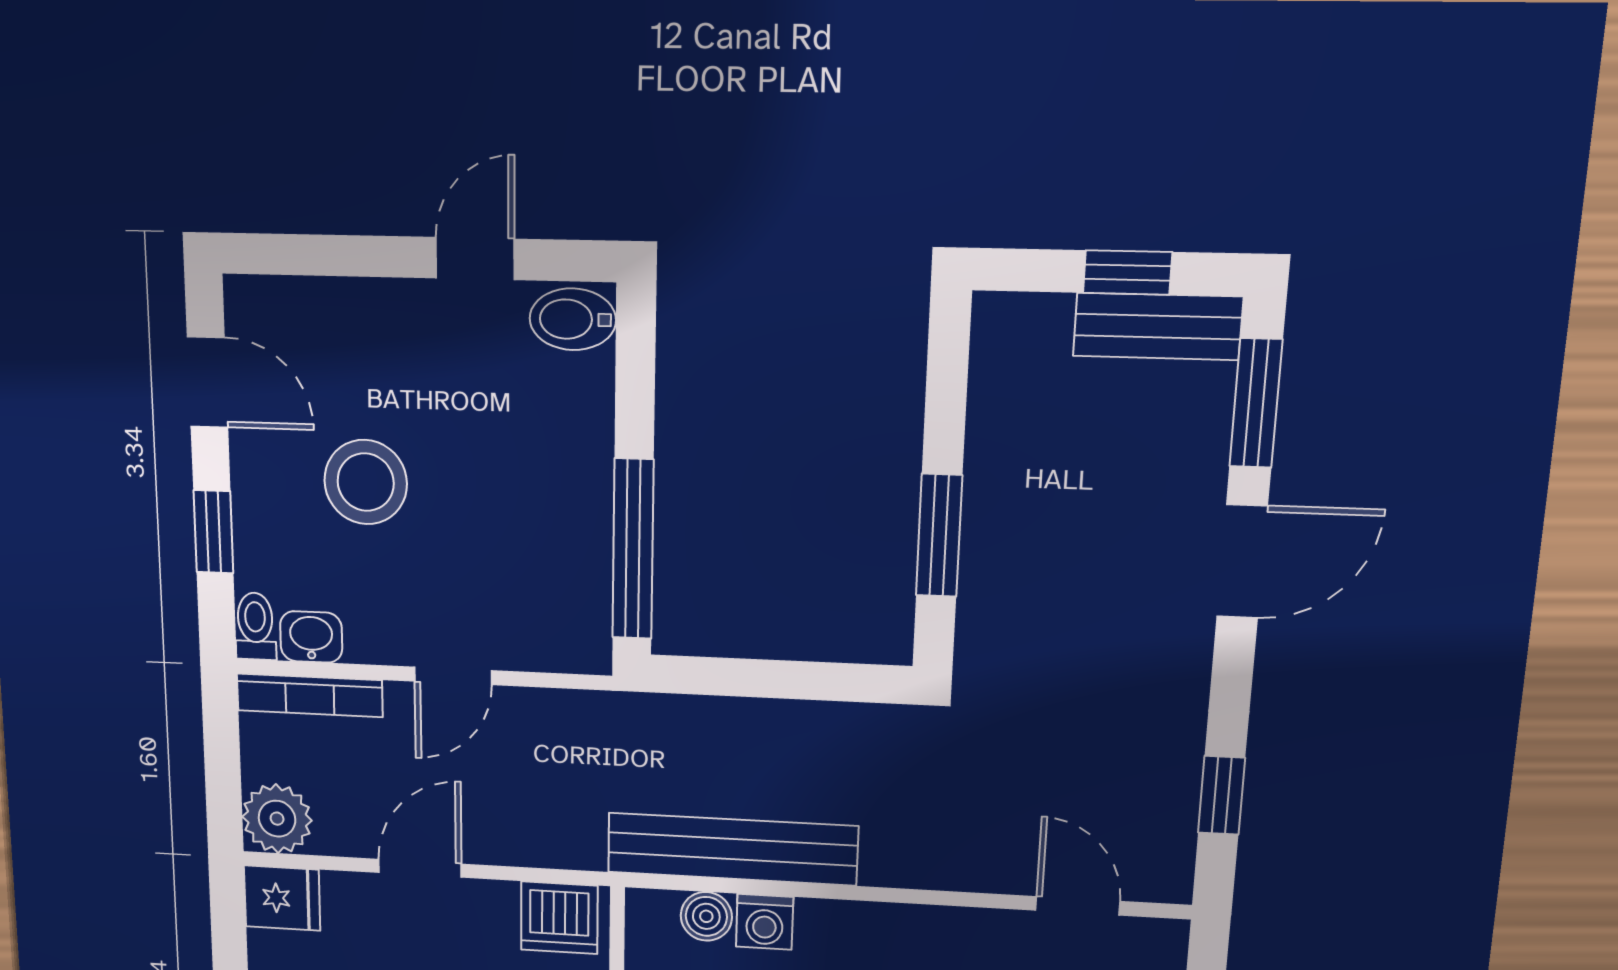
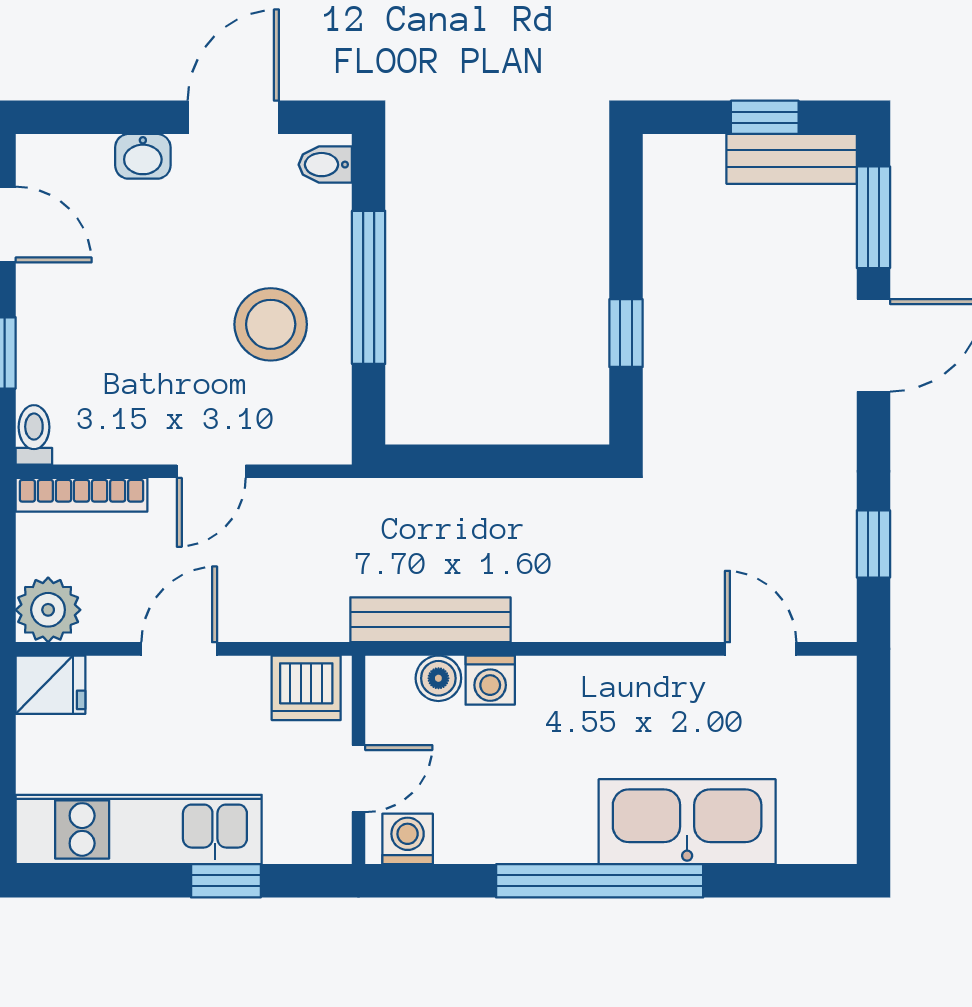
door: (475, 259) -> (233, 117), width x1.37
bidet: (573, 319) -> (325, 165), width x0.72, depth x0.74
stool: (366, 482) -> (271, 324), moved
window: (939, 535) -> (626, 333), width x0.67
window: (633, 549) -> (369, 287), moved
washbasin: (311, 637) -> (143, 156), moved, turned 180
bench: (732, 849) -> (430, 620), width x0.73, depth x0.82

